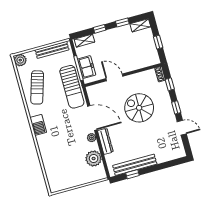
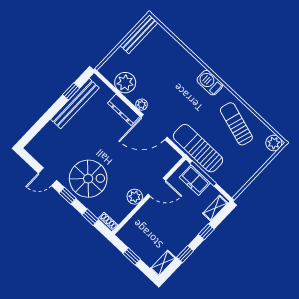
bench: (52, 50) -> (139, 34), moved
plant: (133, 80) -> (135, 197), added
spiral stairs: (139, 108) -> (88, 179), moved

